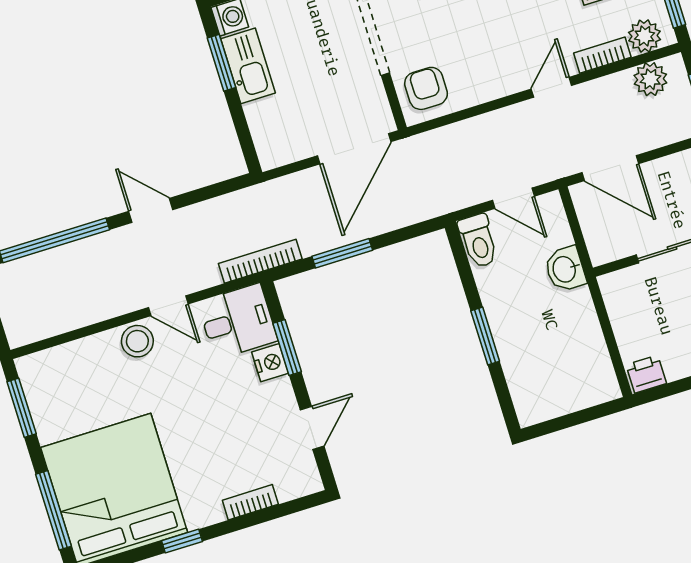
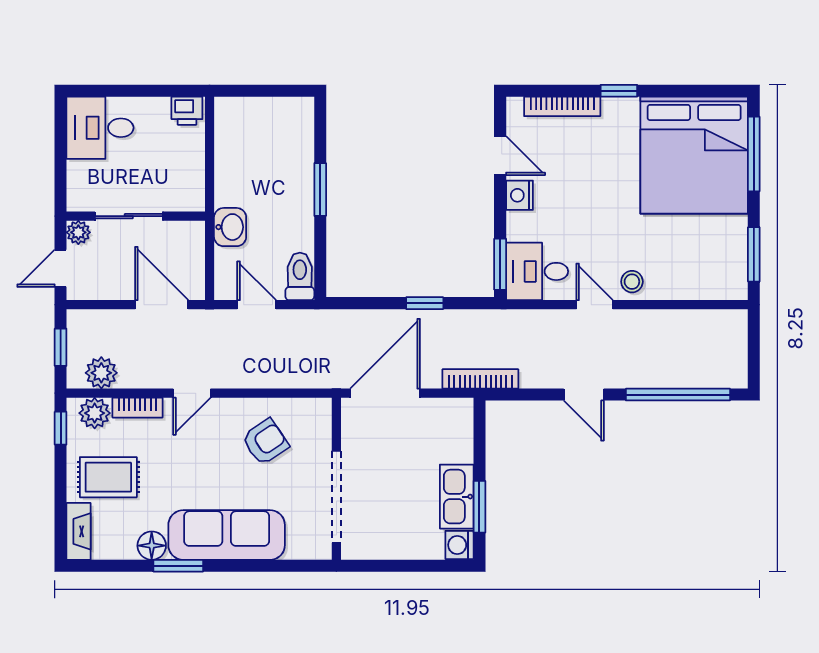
armchair: (426, 88) -> (265, 442), moved, turned -124
window: (342, 253) -> (425, 303), width x0.67
bookcase: (260, 261) -> (480, 379), moved, turned 180
stool: (137, 341) -> (632, 282), width x0.73, depth x0.73
window: (287, 348) -> (500, 264), moved
nightstand: (270, 363) -> (520, 195), moved
door: (312, 428) -> (500, 156), swing flipped
bookcase: (250, 502) -> (562, 106), width x1.56
window: (182, 541) -> (619, 91), moved

